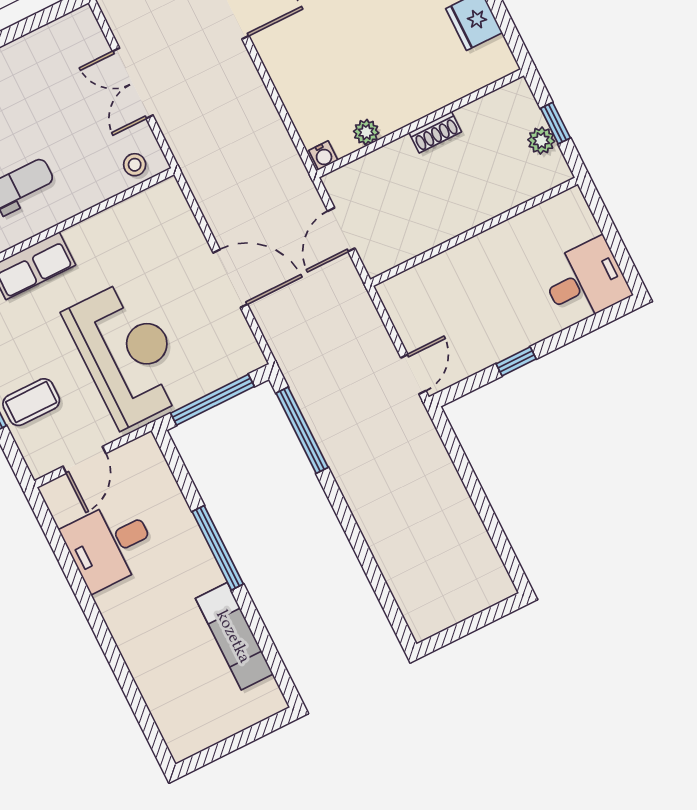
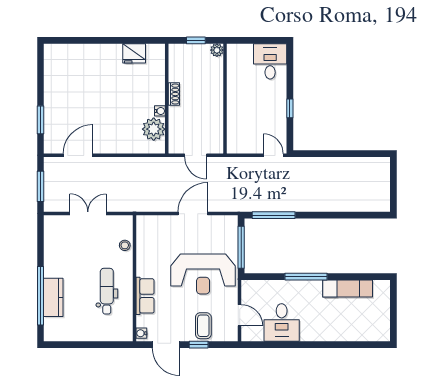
double door: (133, 83) -> (88, 214), swing flipped
plant: (366, 132) -> (154, 129), width x1.87, depth x1.87
plant: (541, 141) -> (217, 50), moved
water cooler: (323, 155) -> (160, 111), moved
stool: (135, 165) -> (125, 245), moved
reception desk: (127, 353) -> (203, 274), turned 180

